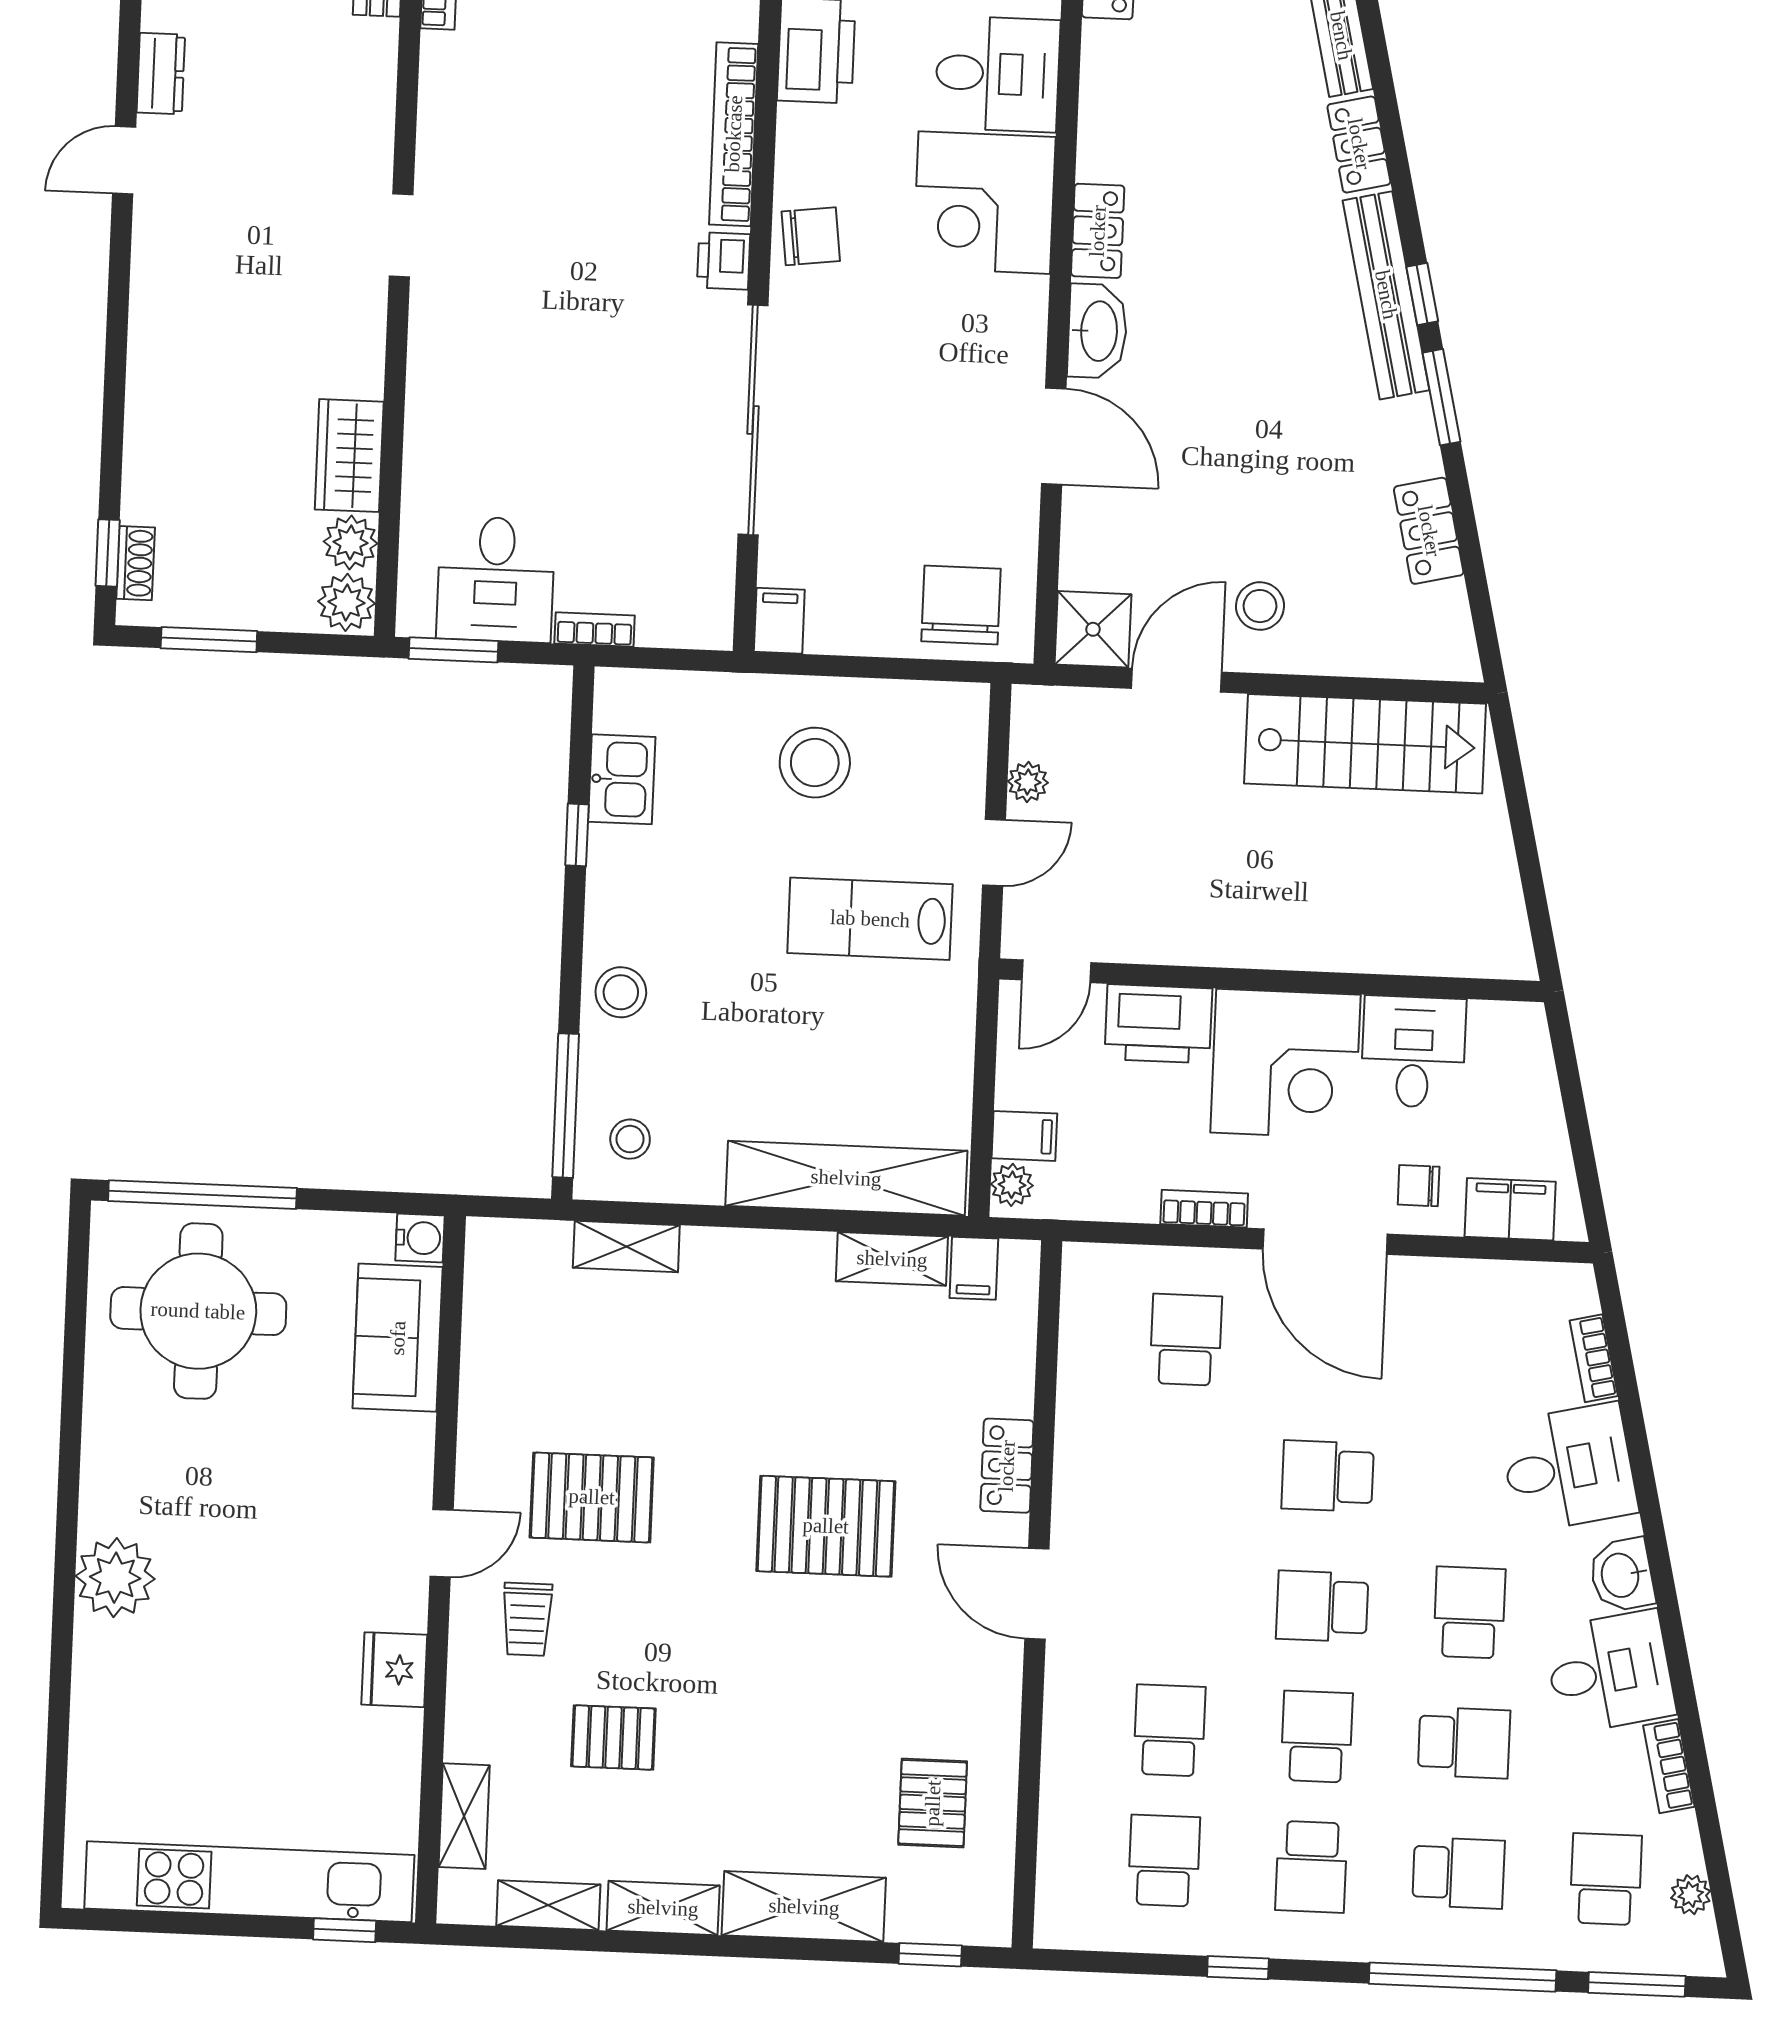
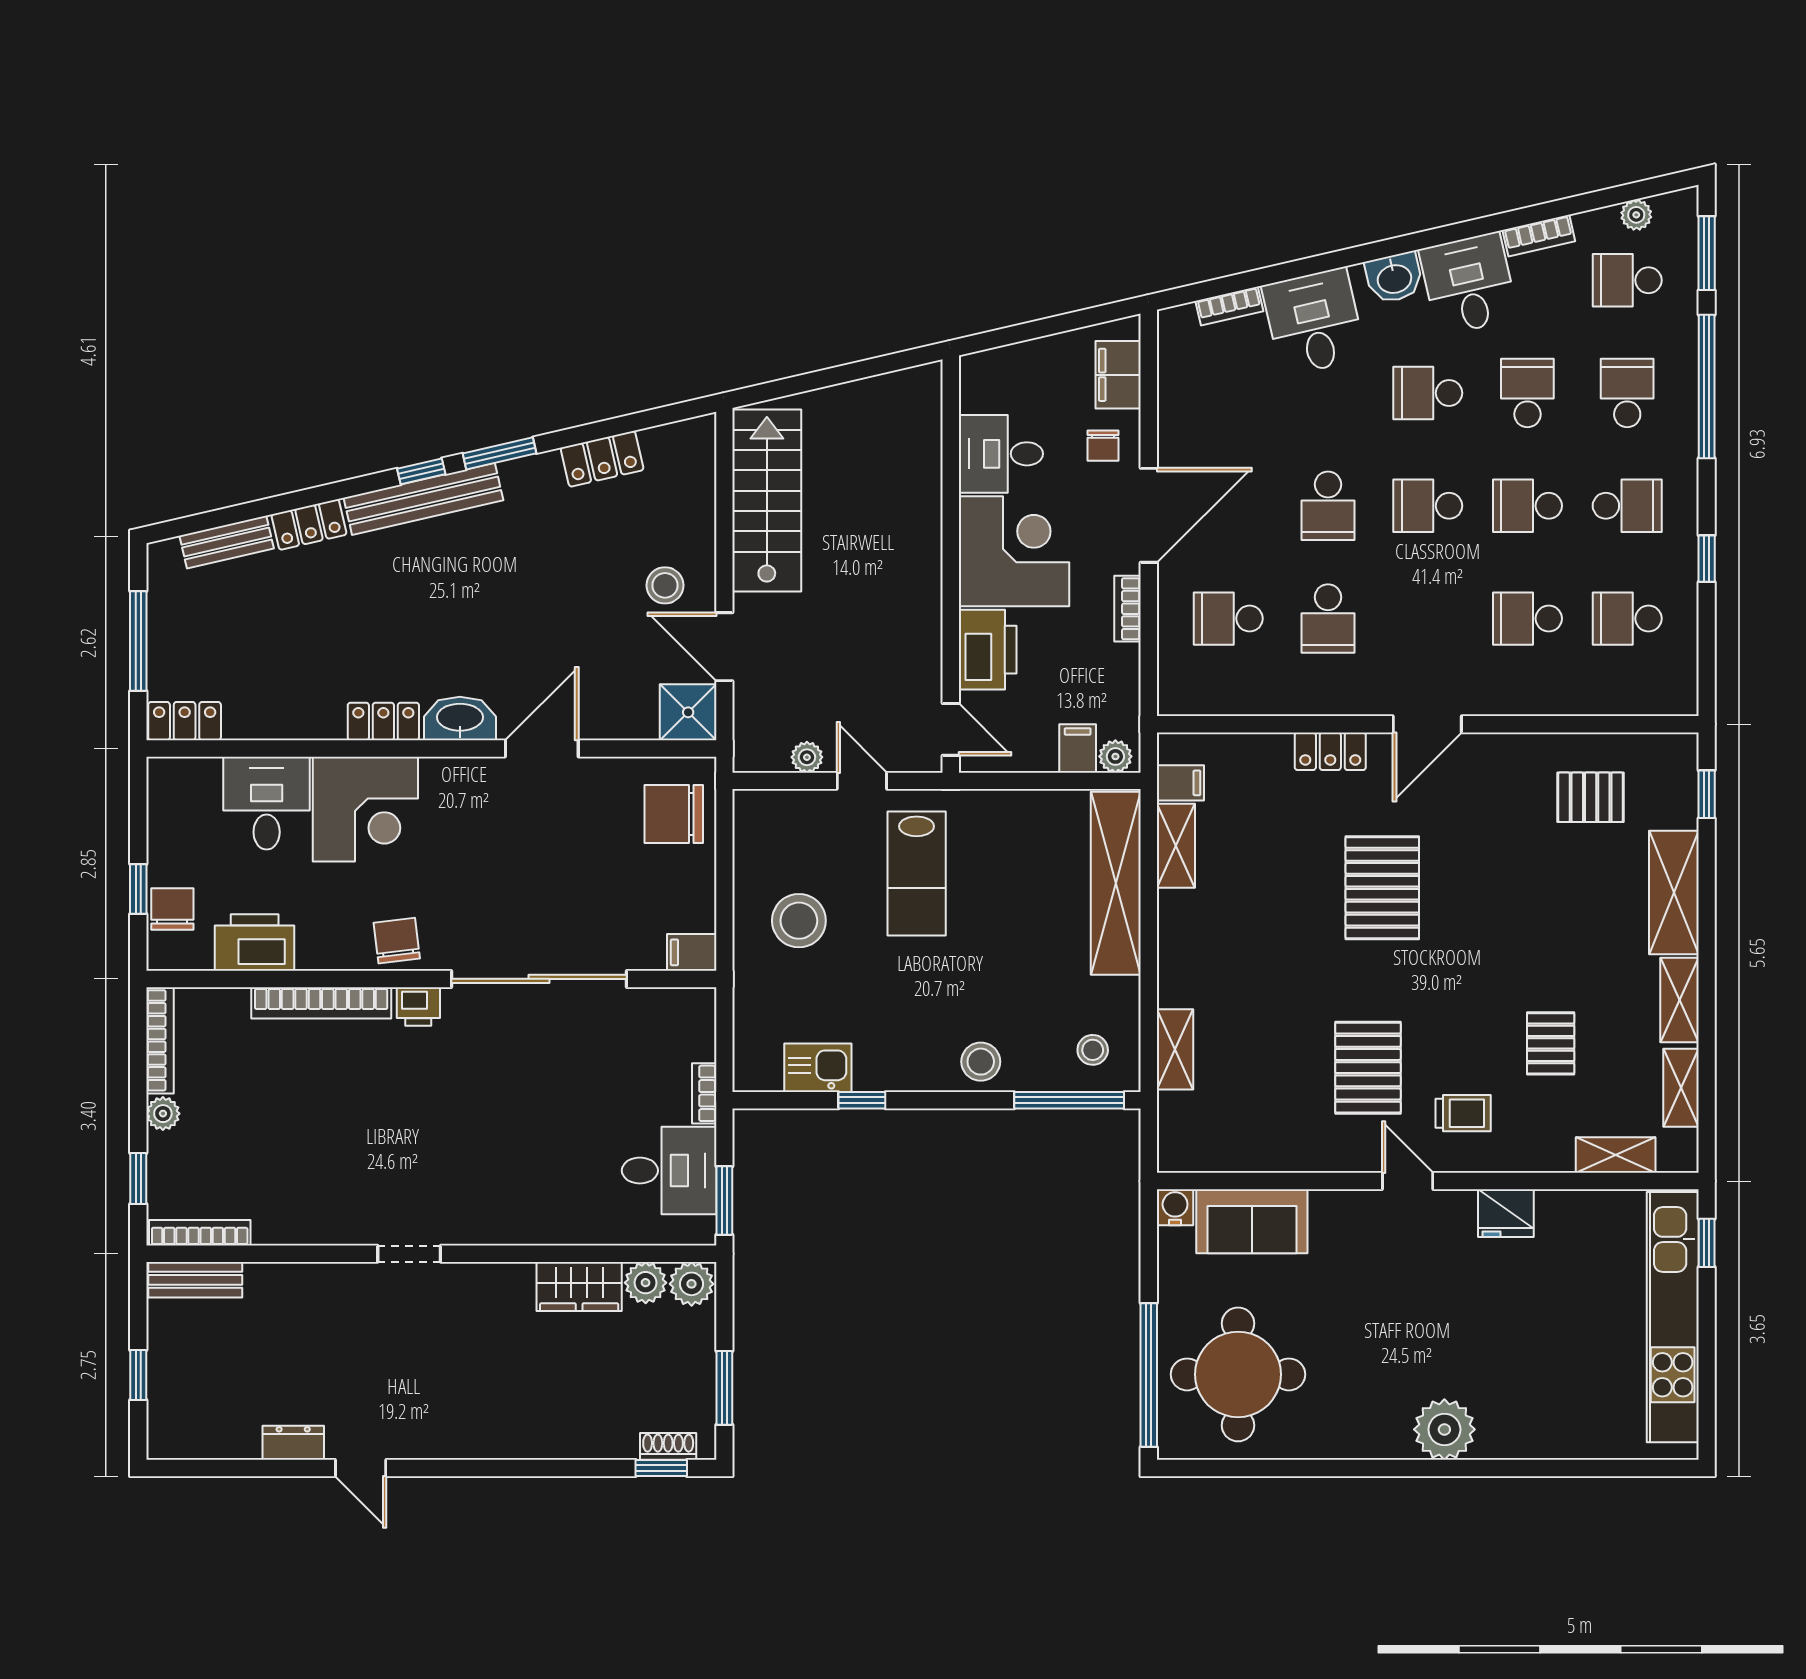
school desk: (1180, 1470) -> (1328, 619), added
school desk: (1322, 1606) -> (1428, 506), turned 90

